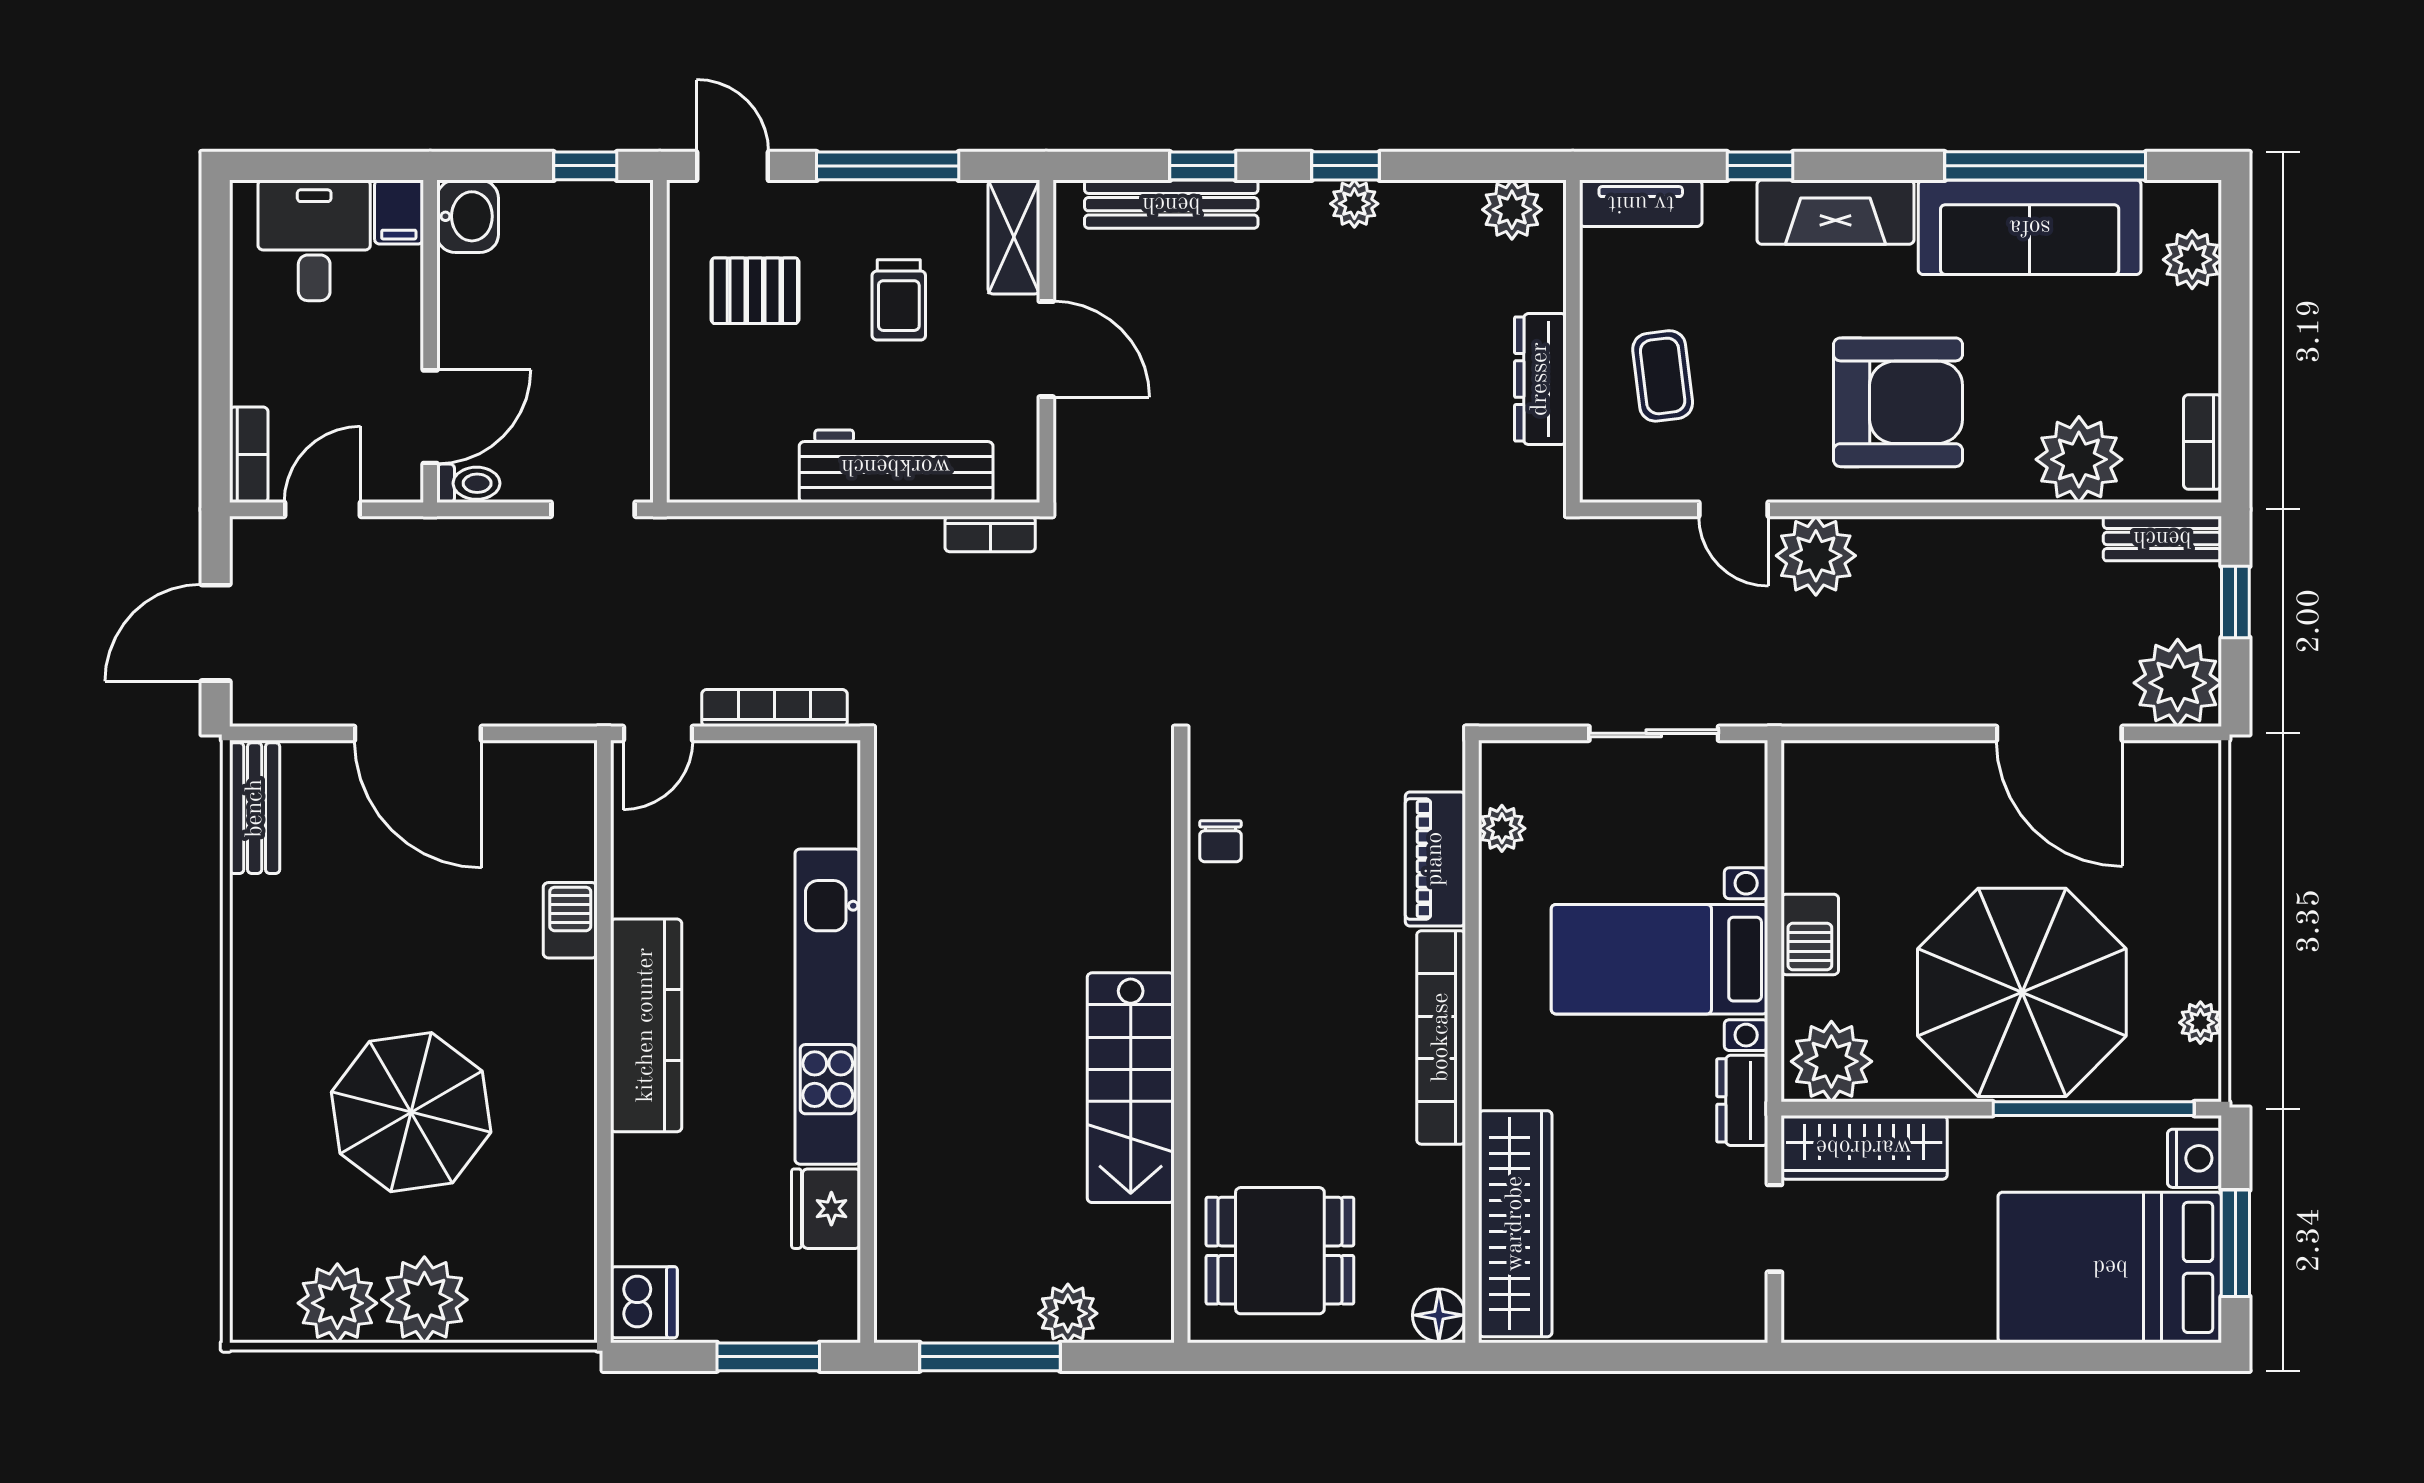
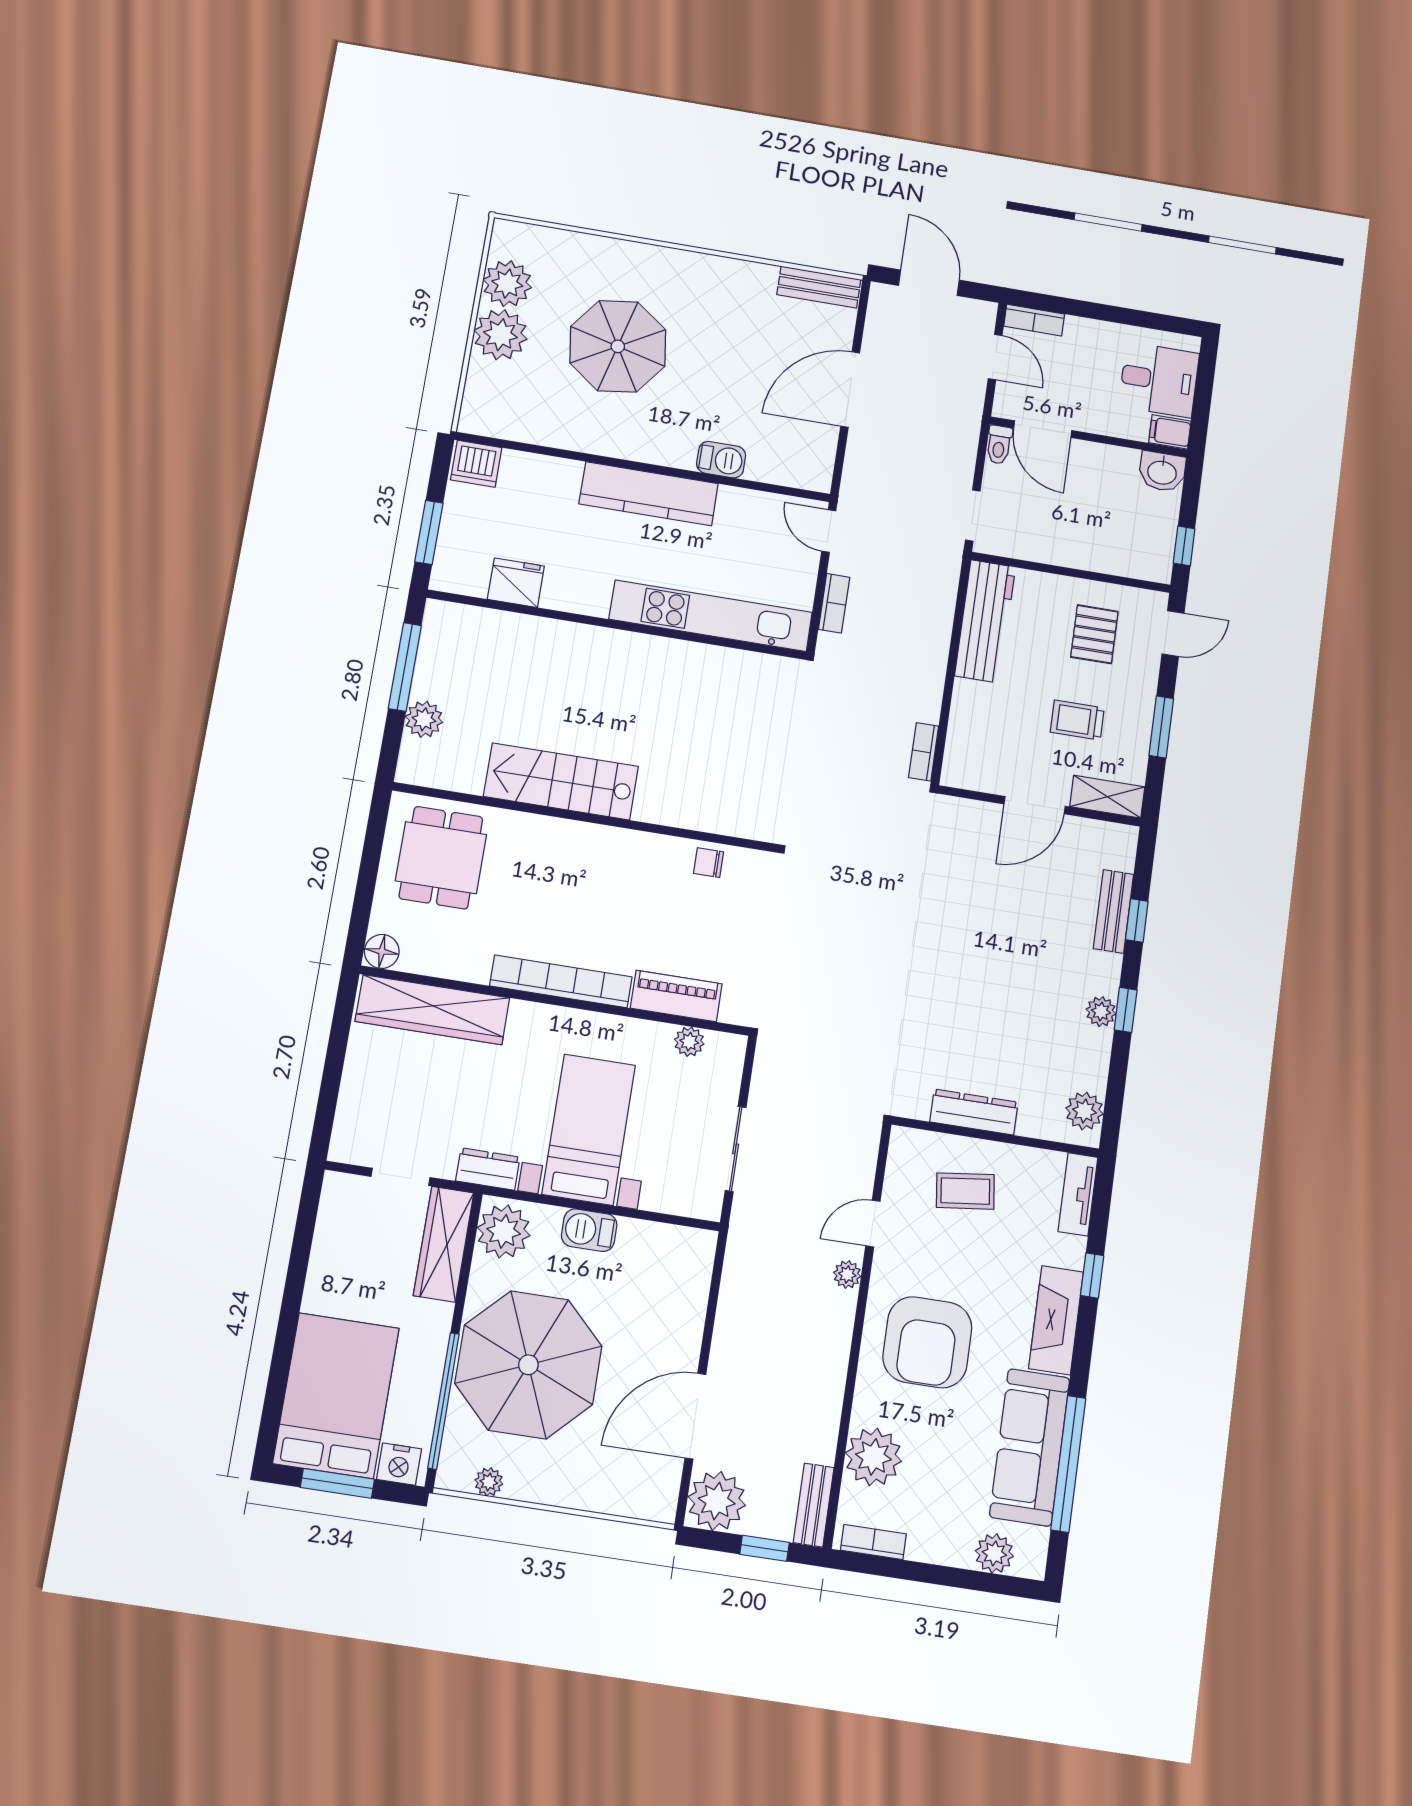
window: (888, 166) -> (1161, 727), width x0.69
bench: (1171, 204) -> (1113, 911), width x0.73
workbench: (896, 466) -> (985, 621), moved
plant: (1816, 556) -> (847, 1274), width x0.53, depth x0.53
bookcase: (774, 708) -> (834, 603), width x0.64
kitchen unit: (828, 1007) -> (711, 616), moved

